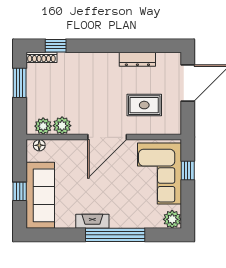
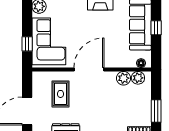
rug: (144, 105) -> (60, 94), turned 90

